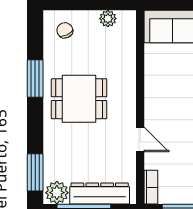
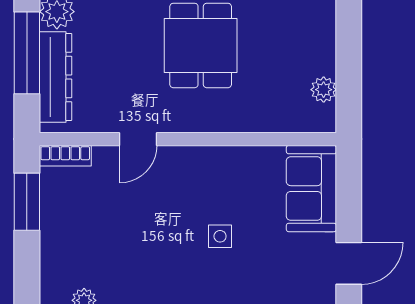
chair: (65, 30) -> (306, 24), removed

